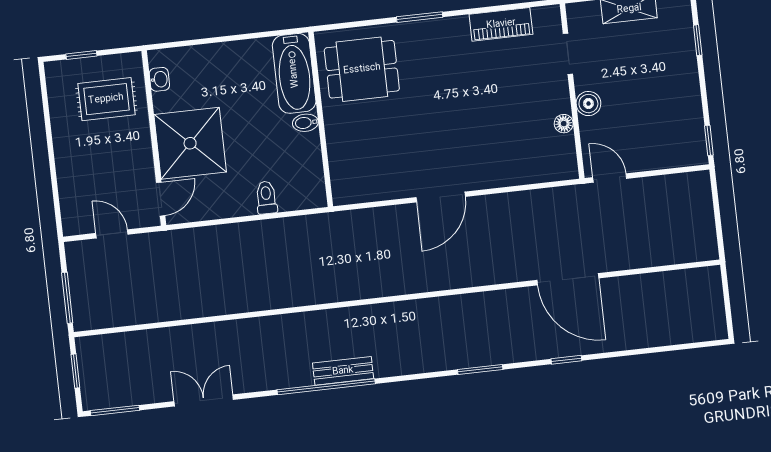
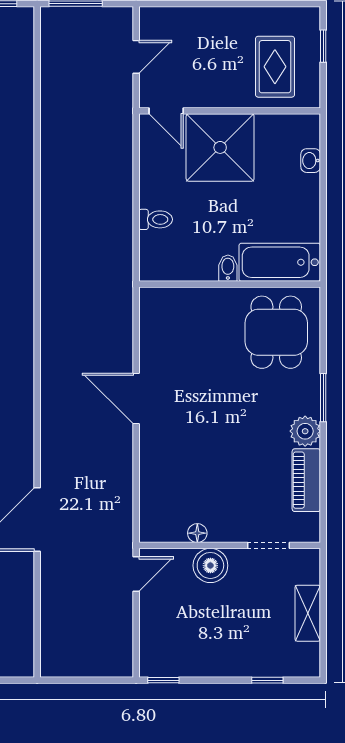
plant: (454, 31) -> (305, 431), added
washbasin: (159, 79) -> (311, 161), moved, turned 90
boiler: (588, 104) -> (210, 565), width x1.36, depth x1.36

